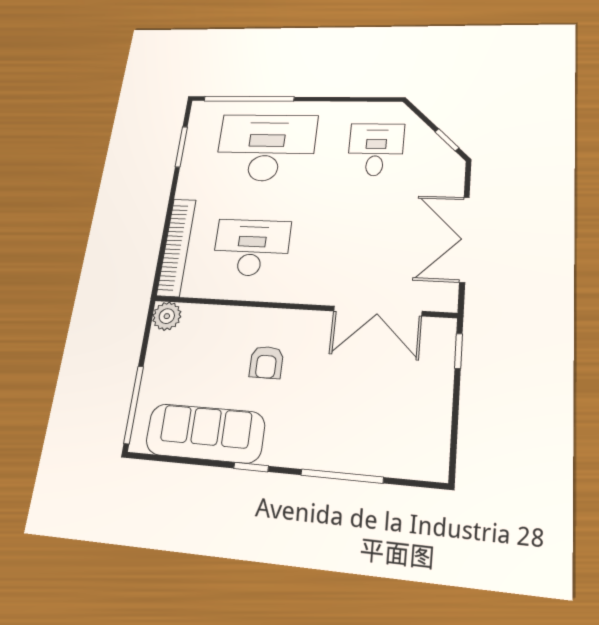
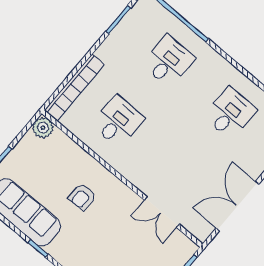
desk: (266, 148) -> (169, 61), width x0.53, depth x0.77
desk: (251, 248) -> (118, 121), width x0.73
double door: (377, 311) -> (162, 212), width x0.73

